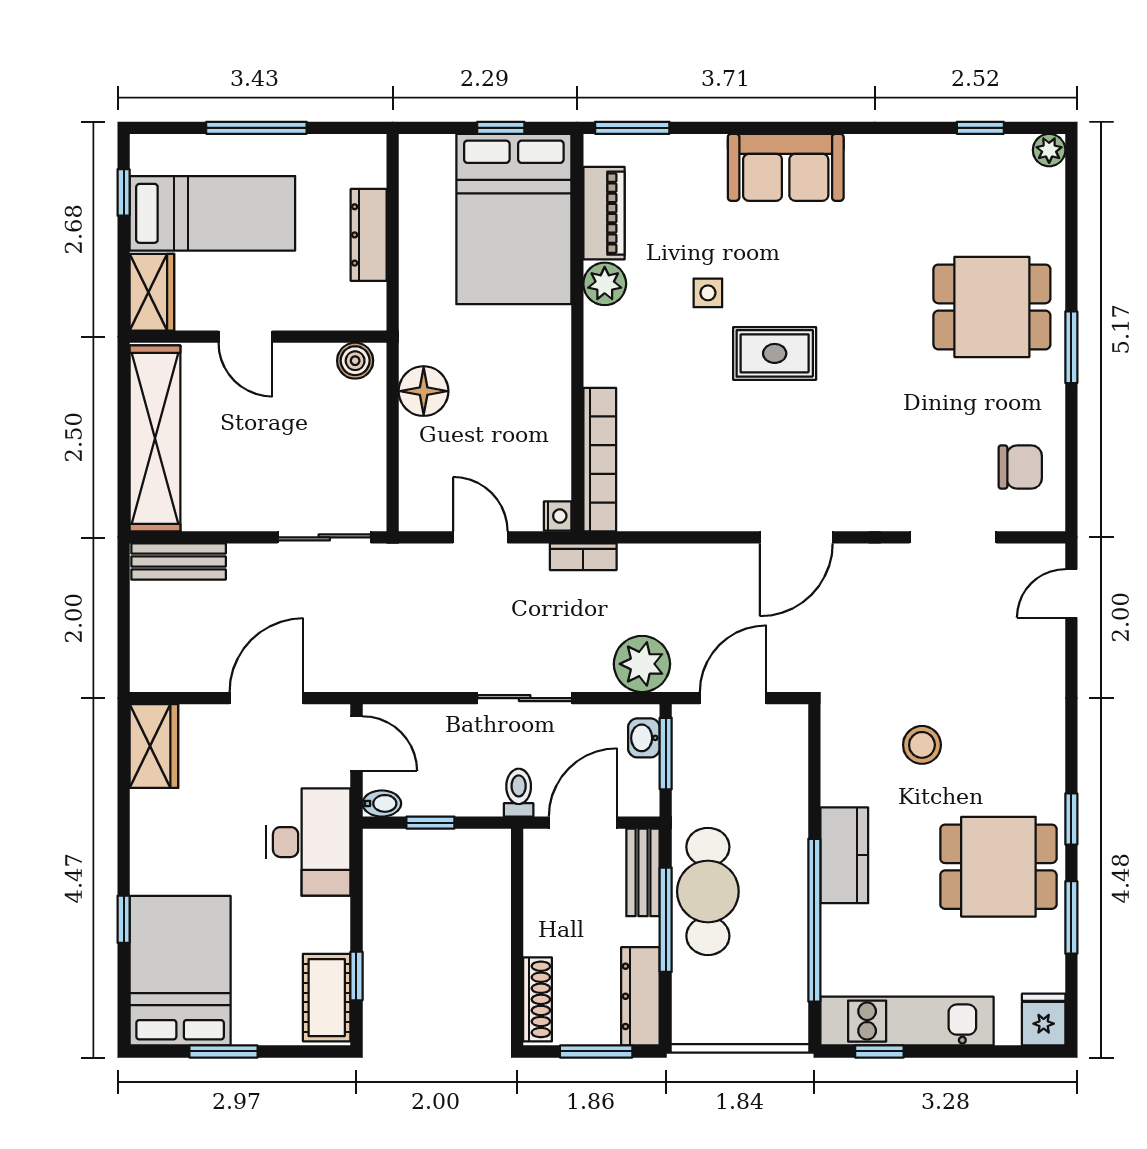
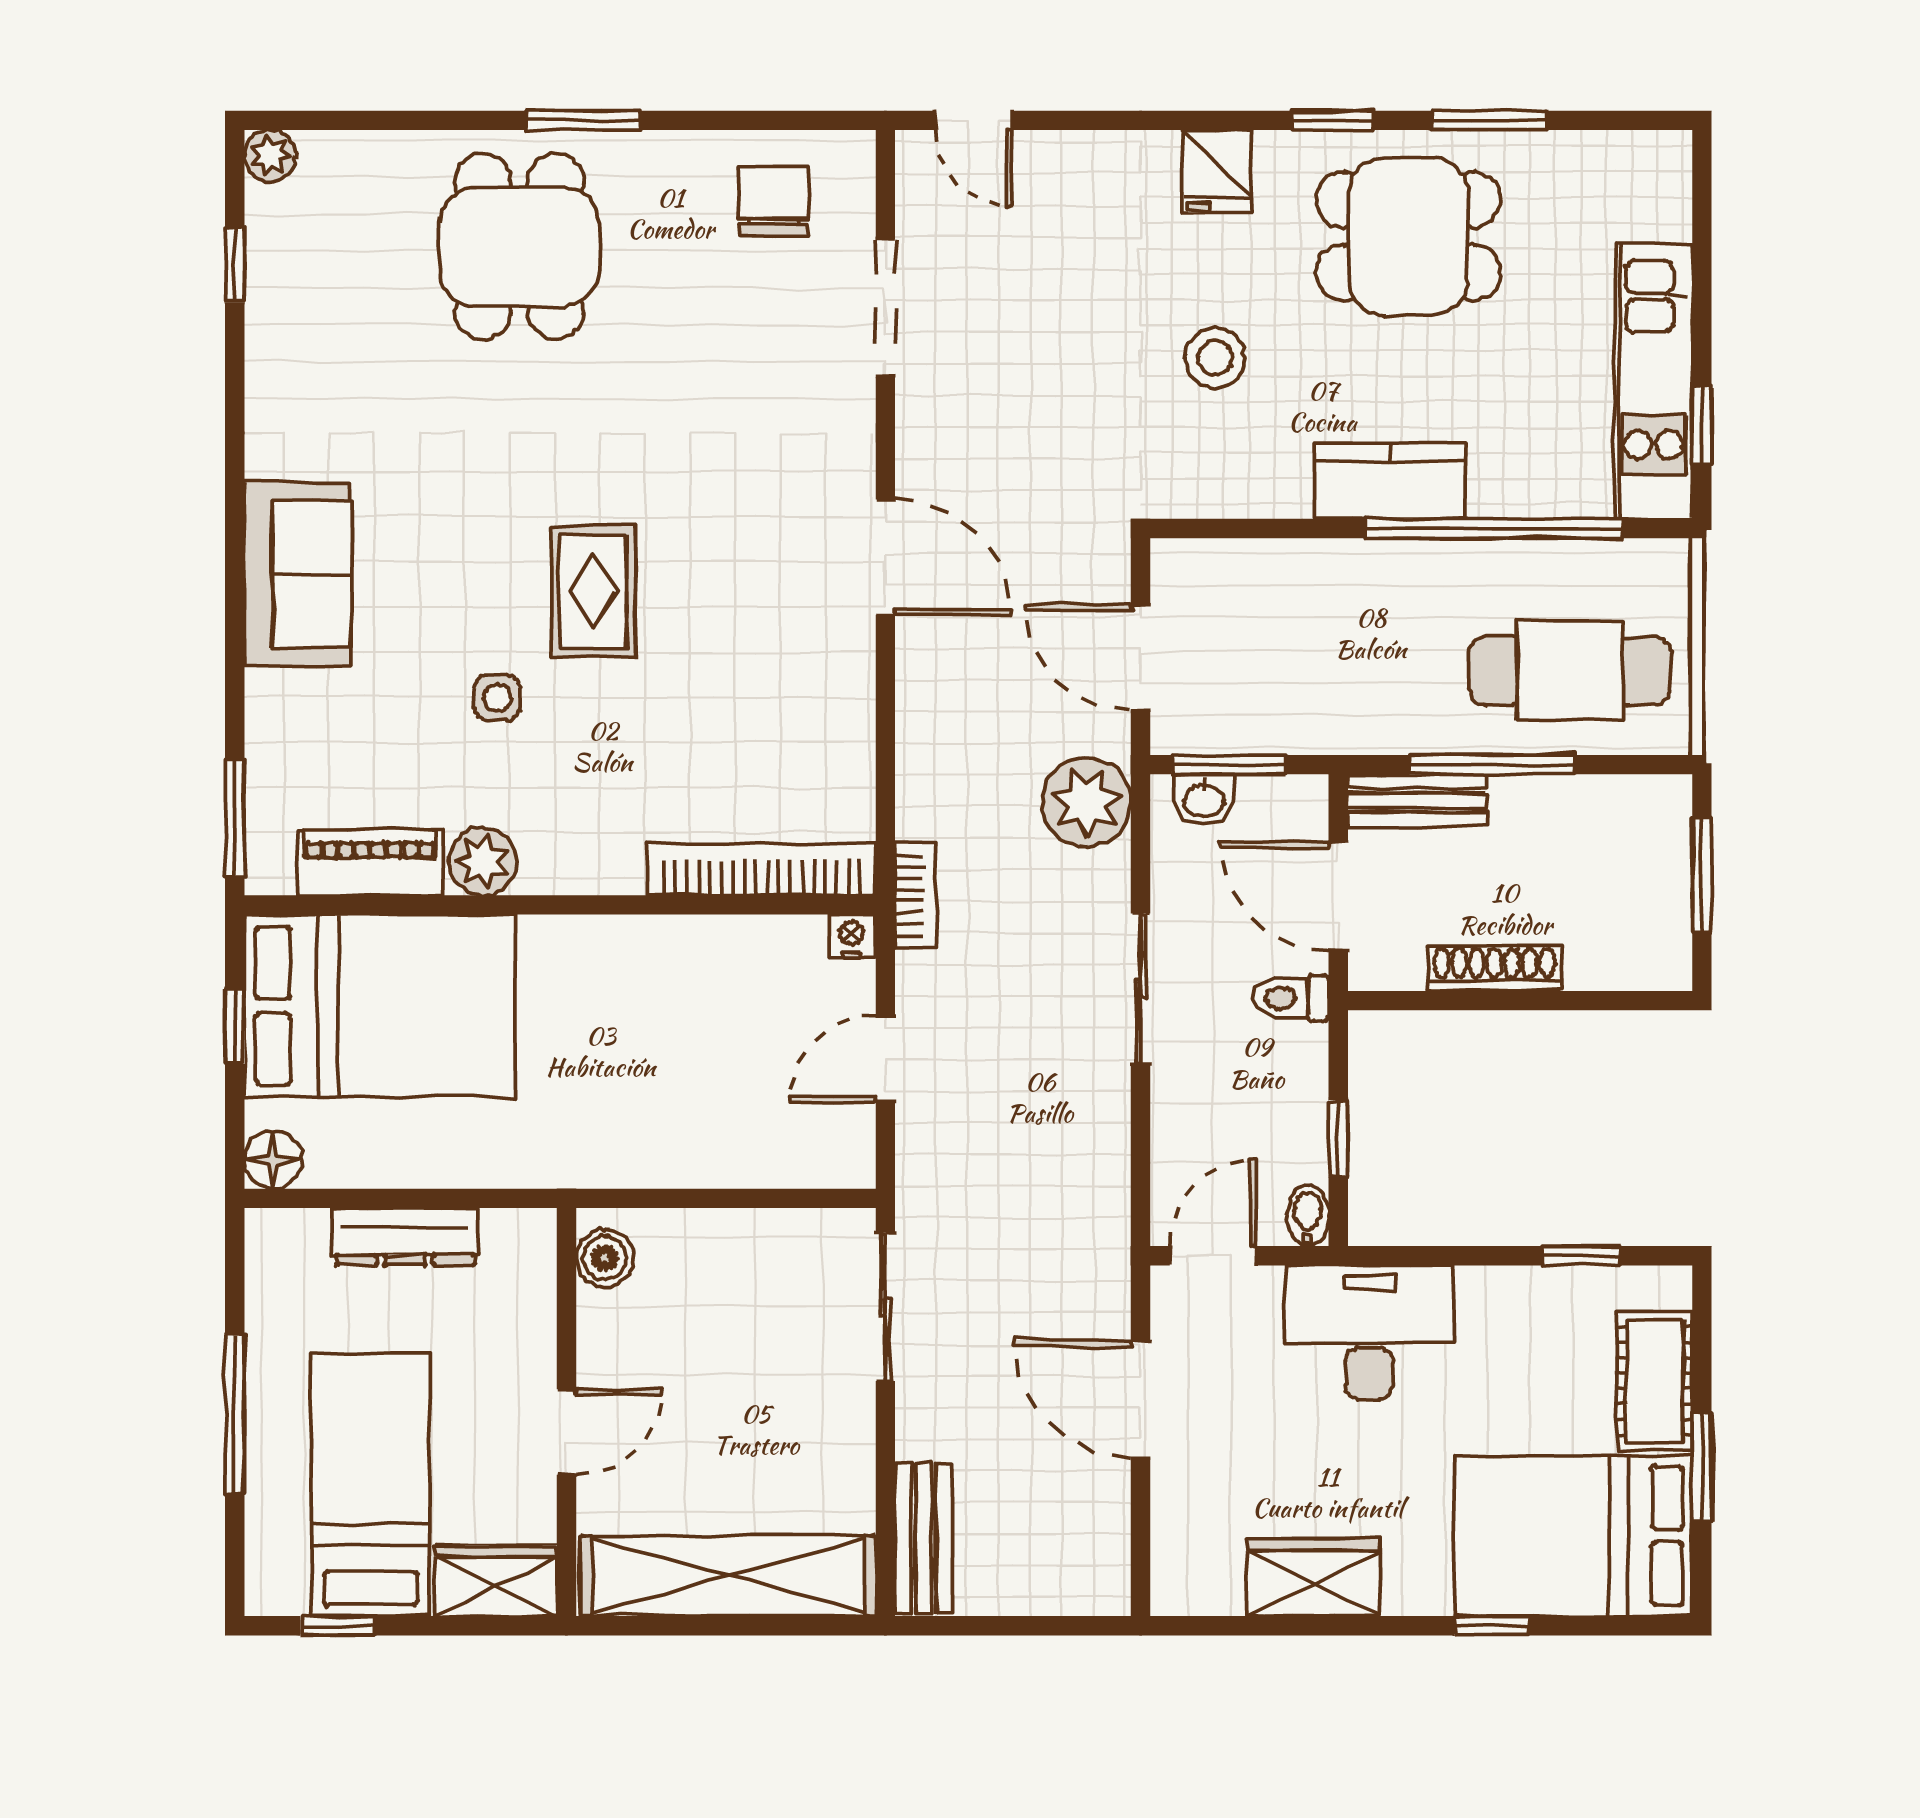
floor lamp: (424, 391) -> (273, 1160), moved, width x0.73, depth x0.73
wardrobe: (154, 746) -> (1314, 1578), moved
dining table: (998, 867) -> (1408, 236), turned 90
cafe table: (708, 891) -> (1570, 671), moved
dresser: (640, 996) -> (1614, 805), removed
cot: (327, 998) -> (1655, 1381), moved, turned 90
shoe rack: (537, 999) -> (1494, 968), moved
fridge: (1044, 1020) -> (1217, 171), moved, turned -90

